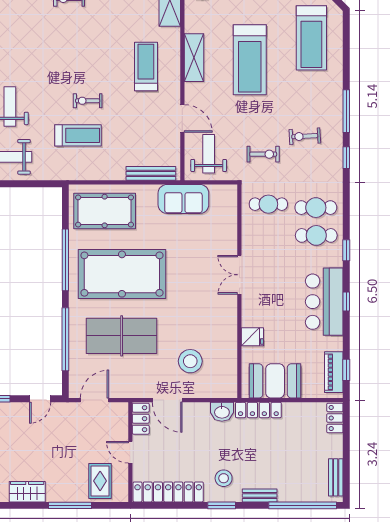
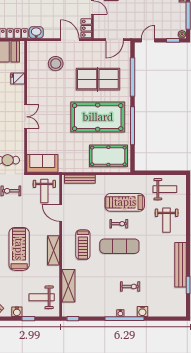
exercise mat: (87, 64) -> (119, 246), added
treadmill: (78, 135) -> (125, 202), width x1.37, depth x1.38
sofa: (183, 199) -> (42, 163), moved

